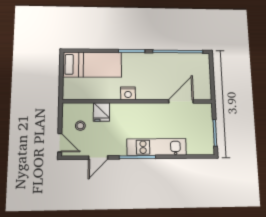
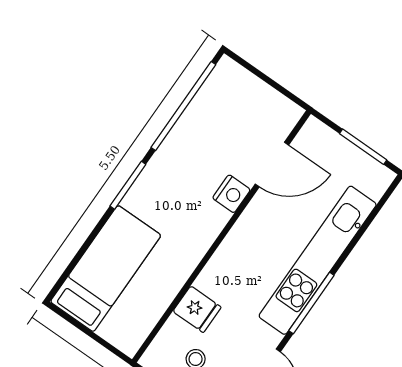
nightstand: (128, 93) -> (231, 194), moved
door: (181, 101) -> (272, 165), swing flipped
kitchen unit: (157, 147) -> (318, 260), width x1.36

